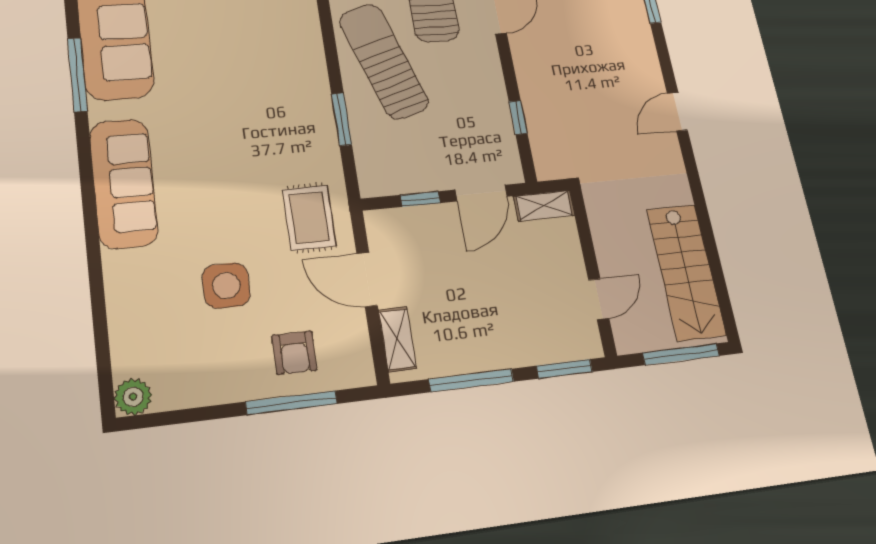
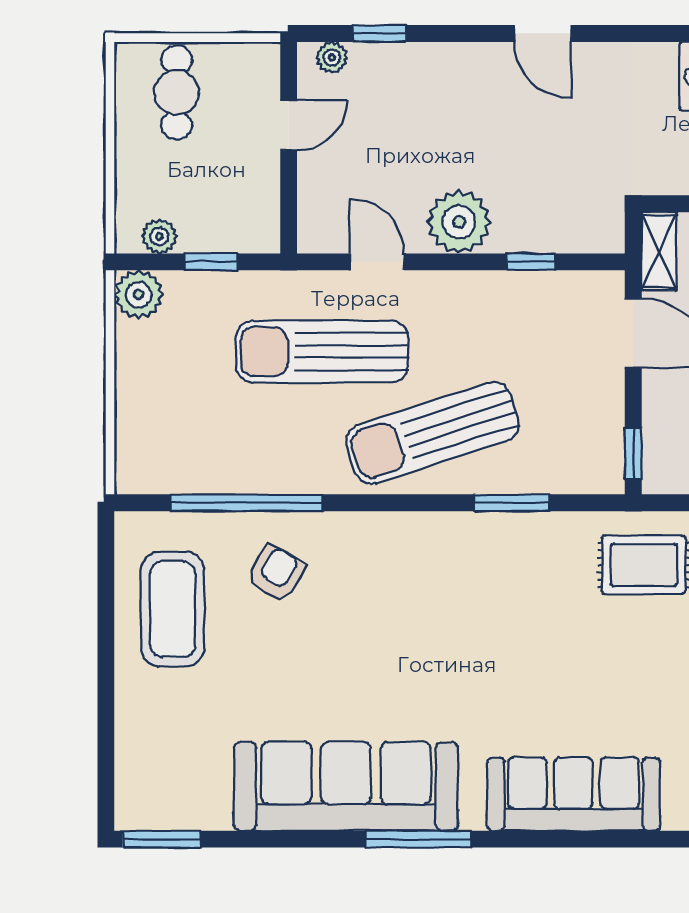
plant: (536, 67) -> (459, 222), added
window: (420, 199) -> (633, 453), moved

